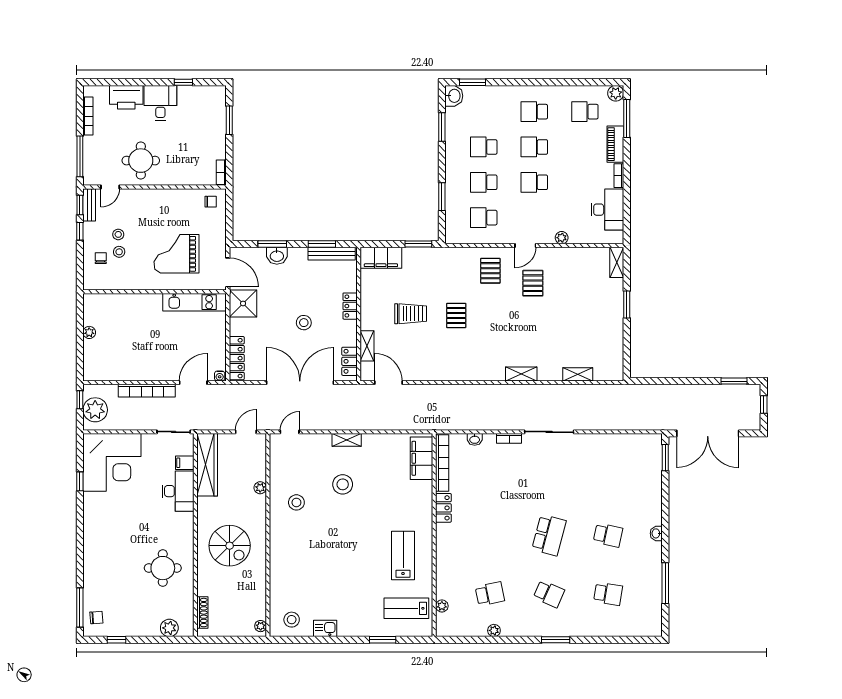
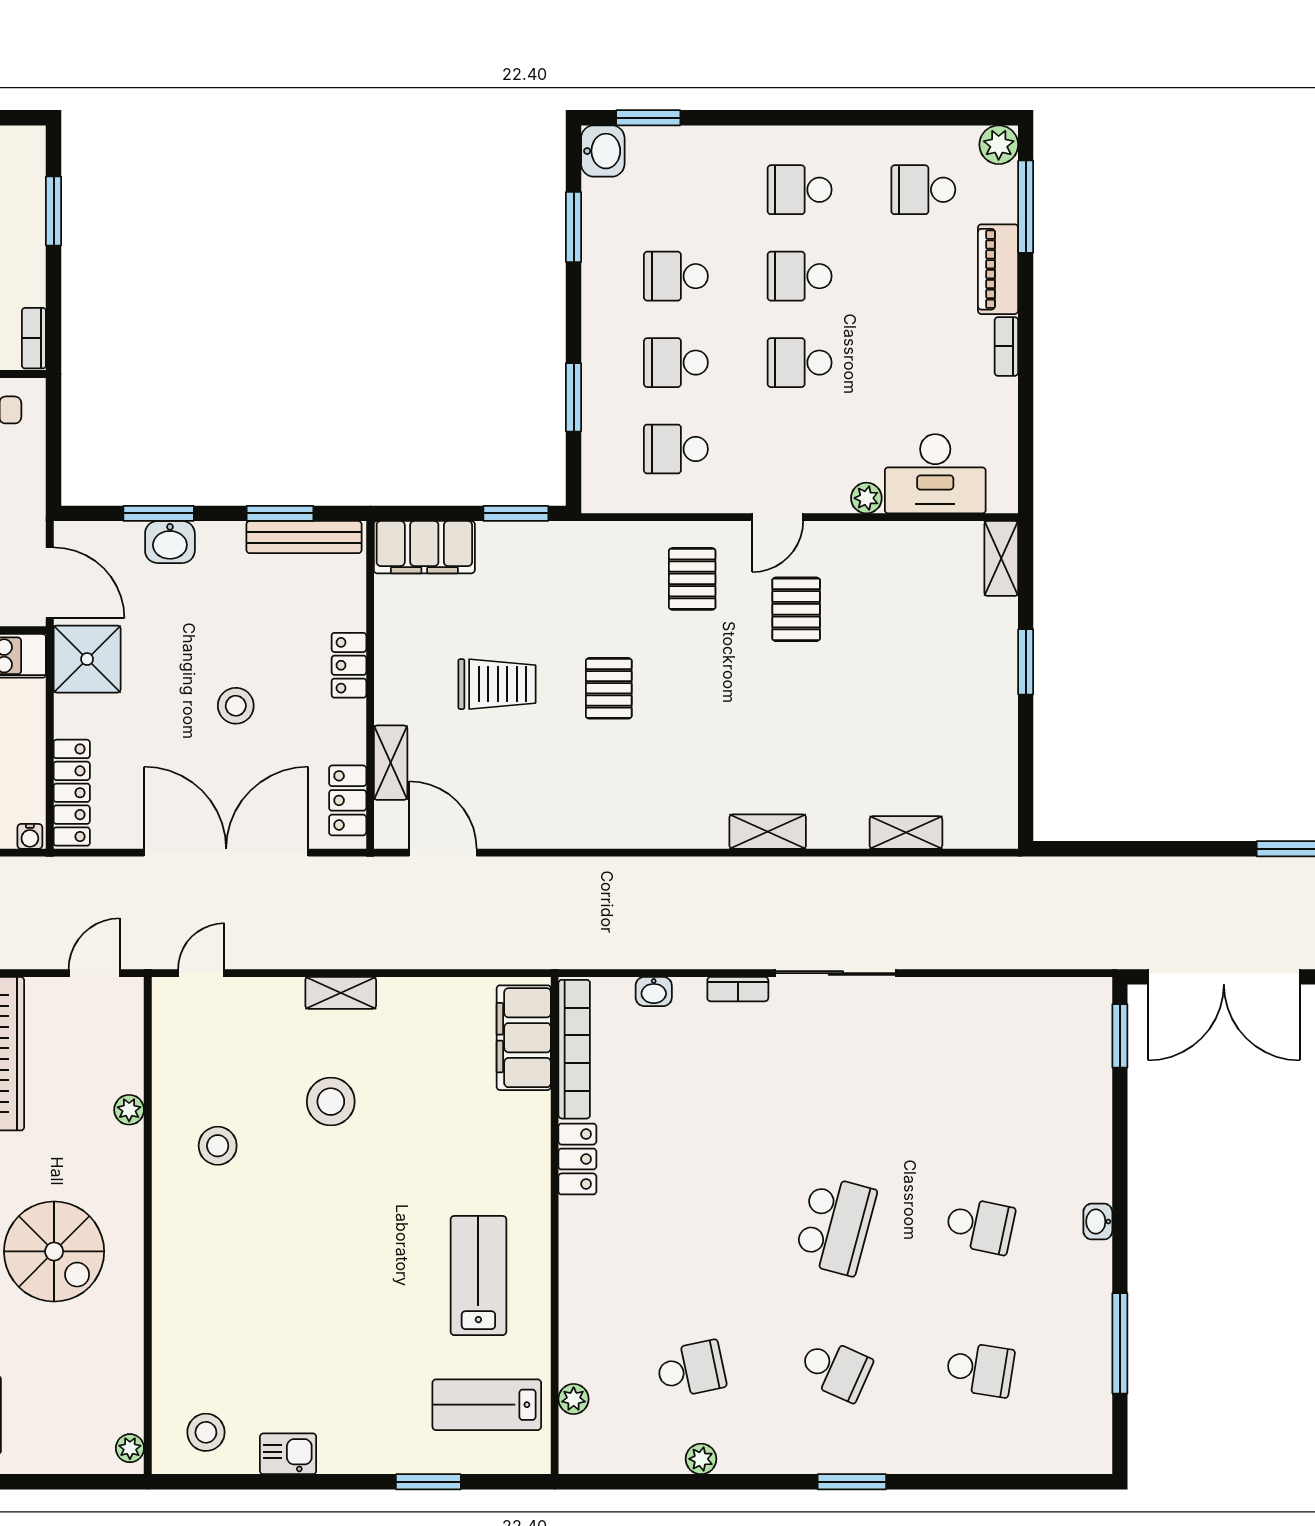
desk: (607, 210) -> (935, 474), moved, turned 90

